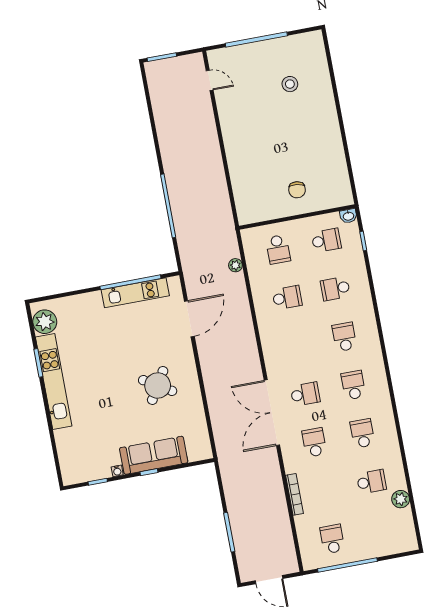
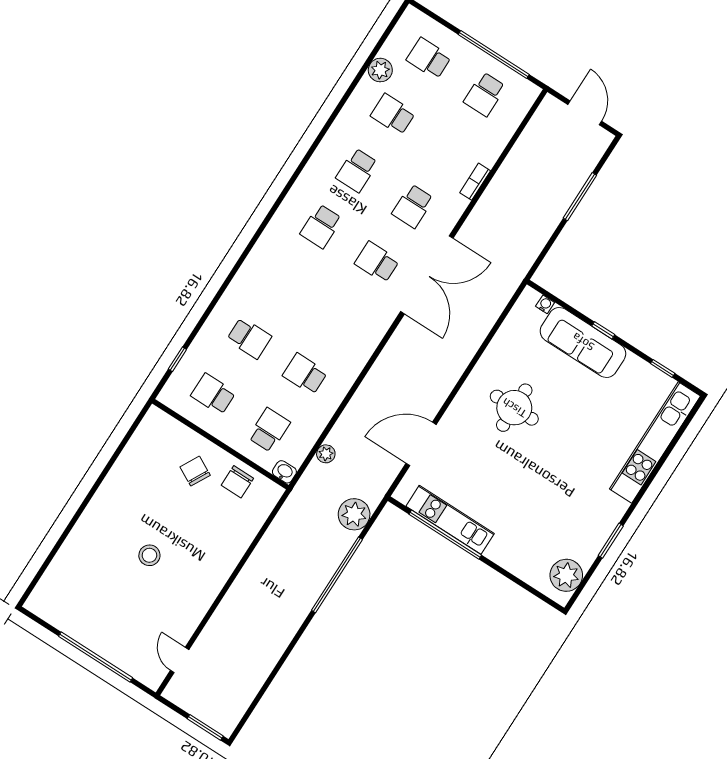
stool: (290, 84) -> (149, 555), moved
chair: (297, 190) -> (195, 471), turned -68
chair: (269, 205) -> (237, 482), added
washbasin: (348, 216) -> (284, 472), moved
plant: (190, 247) -> (354, 514), added
school desk: (344, 337) -> (429, 58), moved, turned 90
kitchen unit: (54, 381) -> (655, 443), moved
round table: (158, 385) -> (514, 408), turned -31
water cooler: (117, 471) -> (545, 304), moved
bookcase: (294, 494) -> (475, 182), width x0.64

